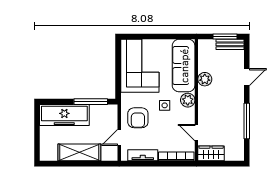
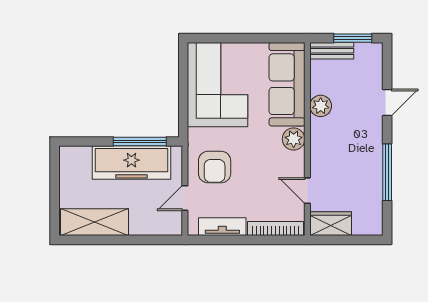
bench: (230, 44) -> (332, 51), moved
side table: (165, 105) -> (257, 147), removed
freezer: (64, 115) -> (131, 163), moved
shelving: (79, 152) -> (94, 222), moved

